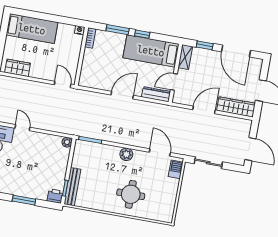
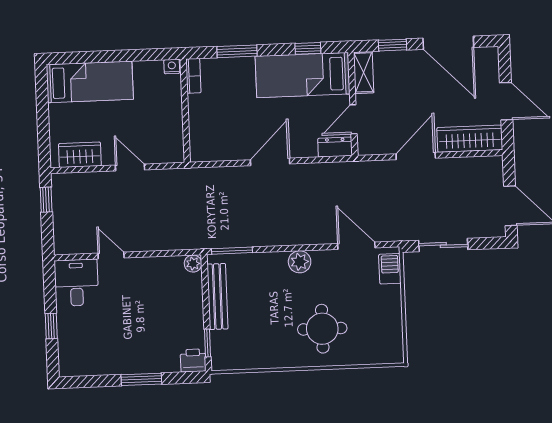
window: (142, 34) -> (308, 48), moved
door: (63, 84) -> (130, 167), moved
dresser: (156, 94) -> (335, 147), width x0.70
bench: (72, 187) -> (218, 297), moved

